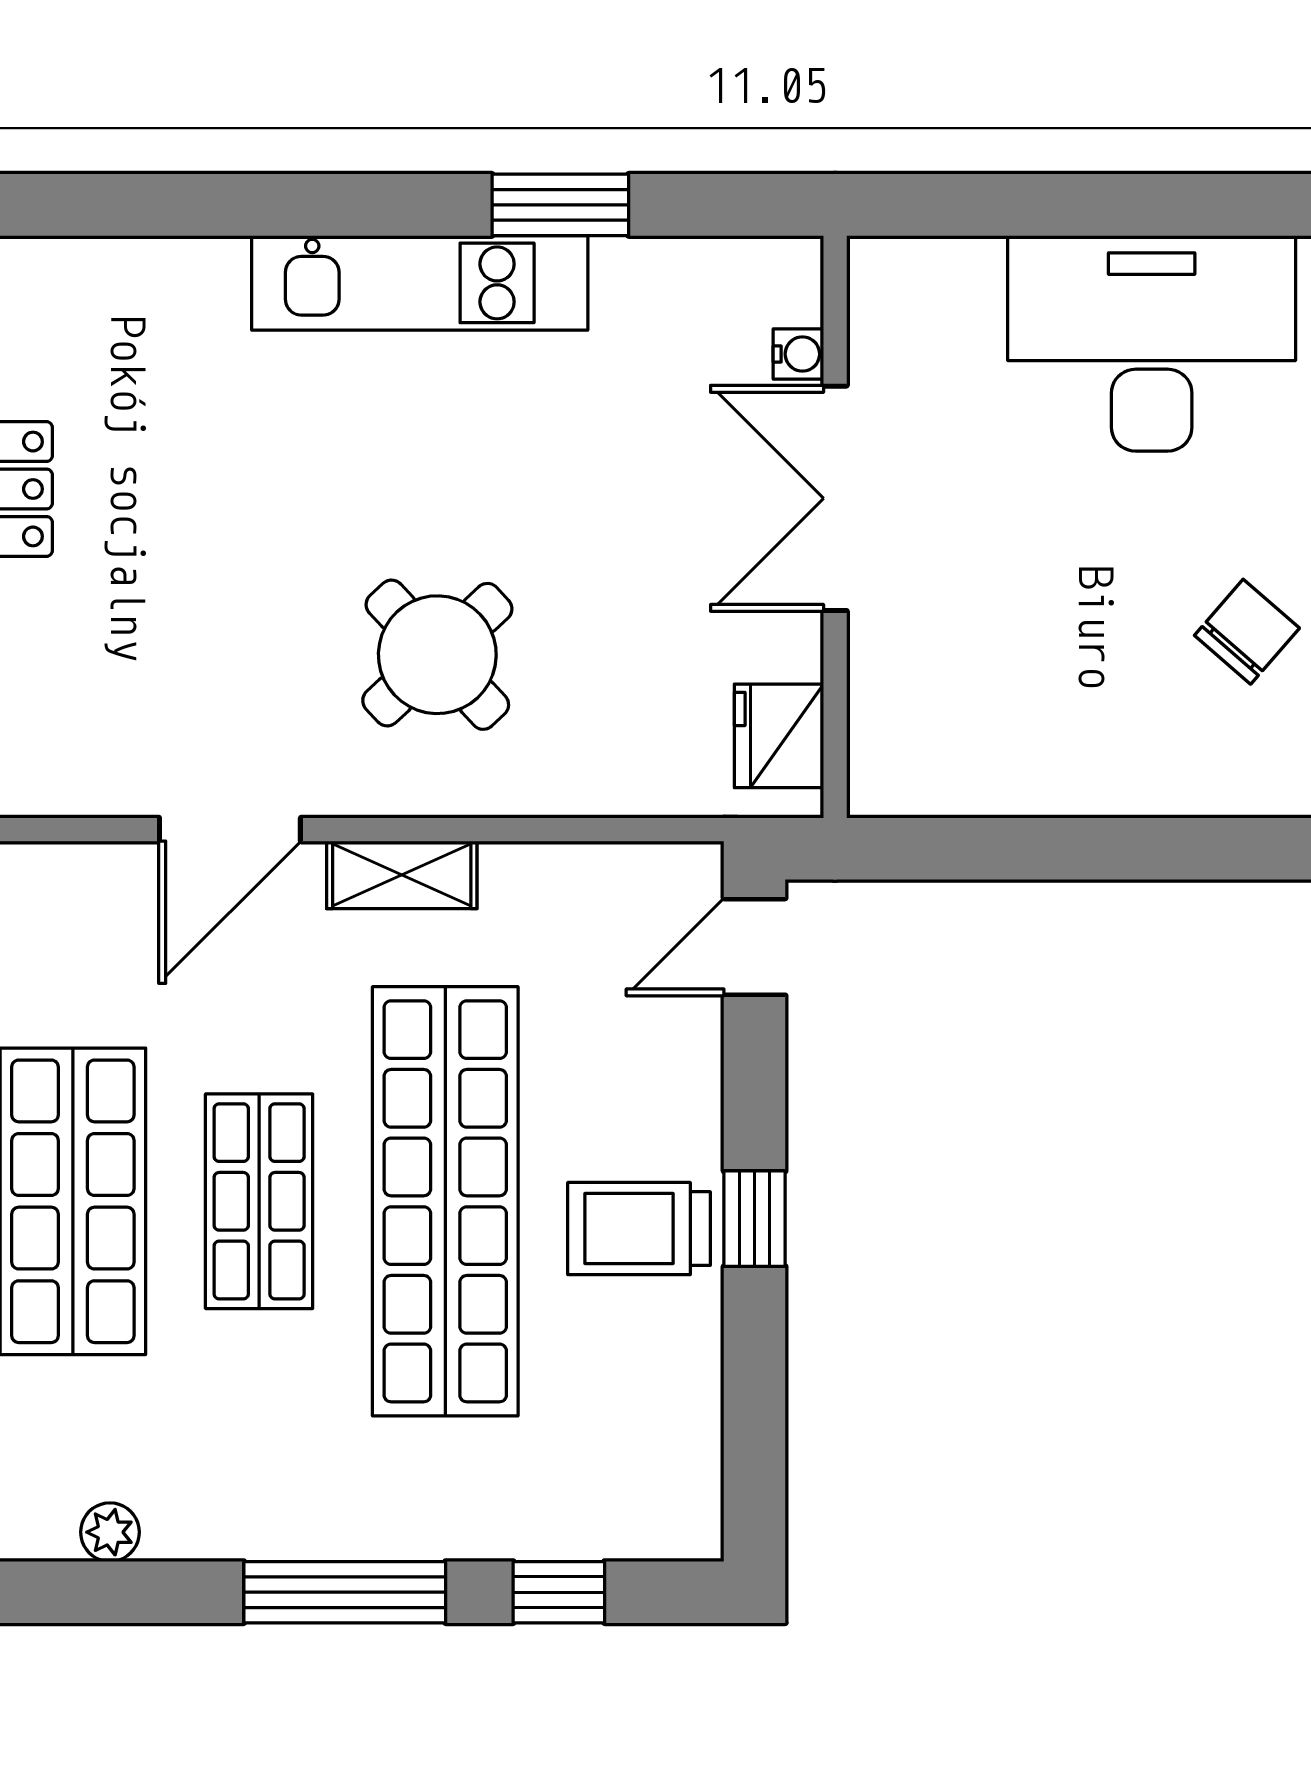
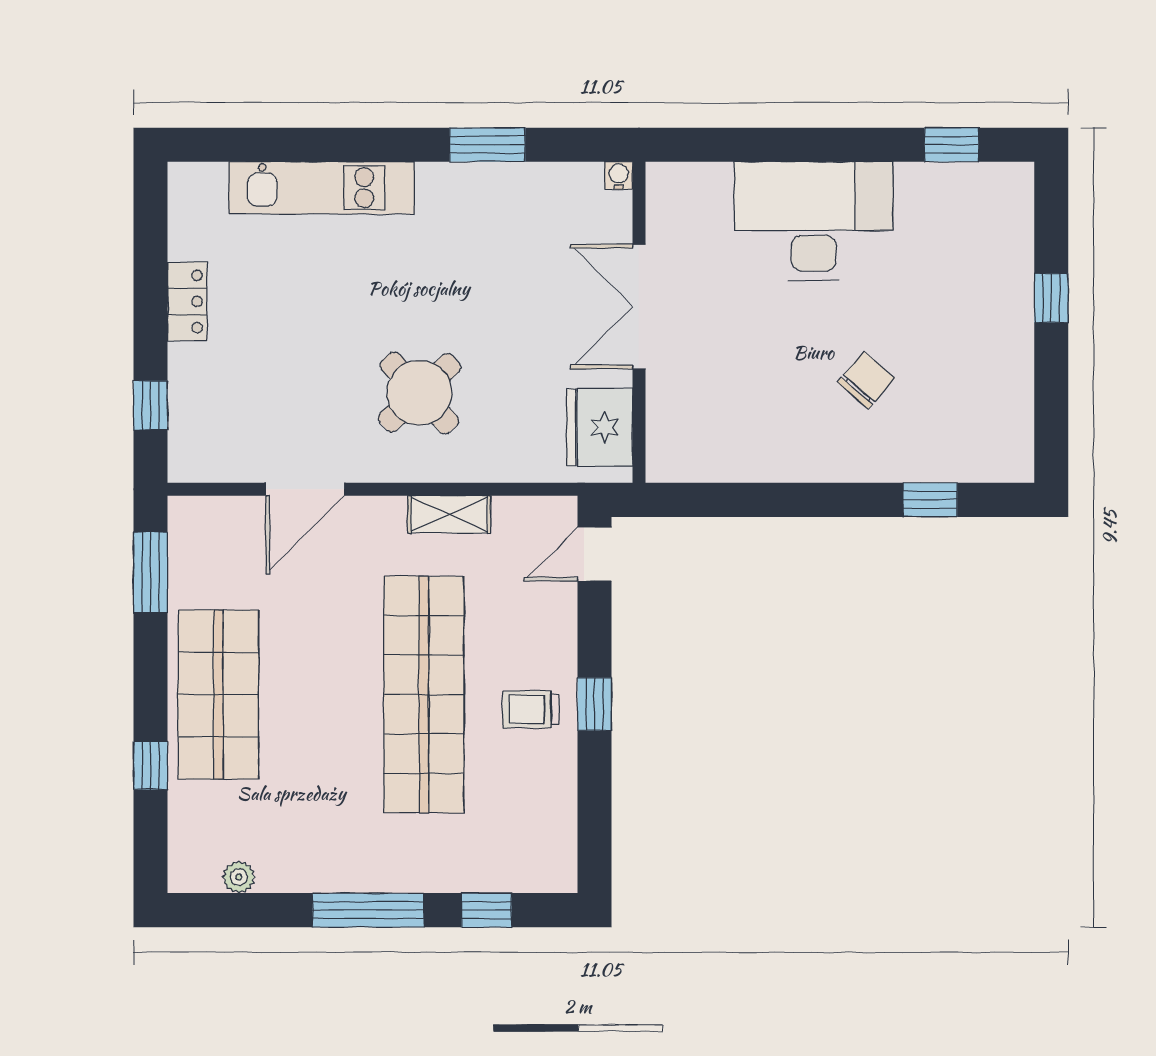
kitchen unit: (420, 283) -> (322, 188), moved
water cooler: (798, 354) -> (619, 176), moved, turned -90
fridge: (779, 736) -> (600, 427), width x1.36, depth x1.34
shelving: (402, 875) -> (449, 514), moved
shop shelf: (259, 1201) -> (321, 694), removed
trolley: (639, 1229) -> (531, 709), width x0.73, depth x0.72

